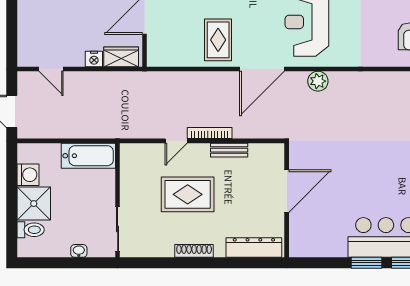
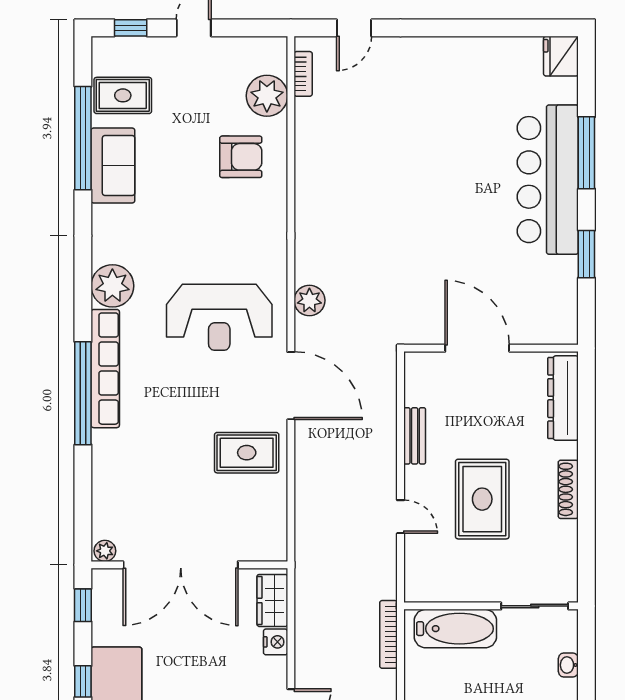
bookcase: (210, 133) -> (389, 634), moved
bathtub: (88, 156) -> (455, 629), moved, turned 90
window: (366, 263) -> (586, 254), moved

